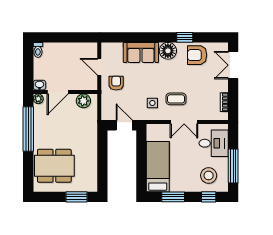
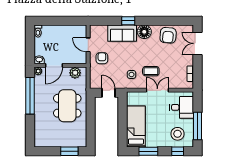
window: (185, 37) -> (128, 21), moved
armchair: (197, 55) -> (168, 35), turned -85
double door: (184, 122) -> (157, 90), swing flipped
dining table: (54, 166) -> (67, 106), moved, turned 90

